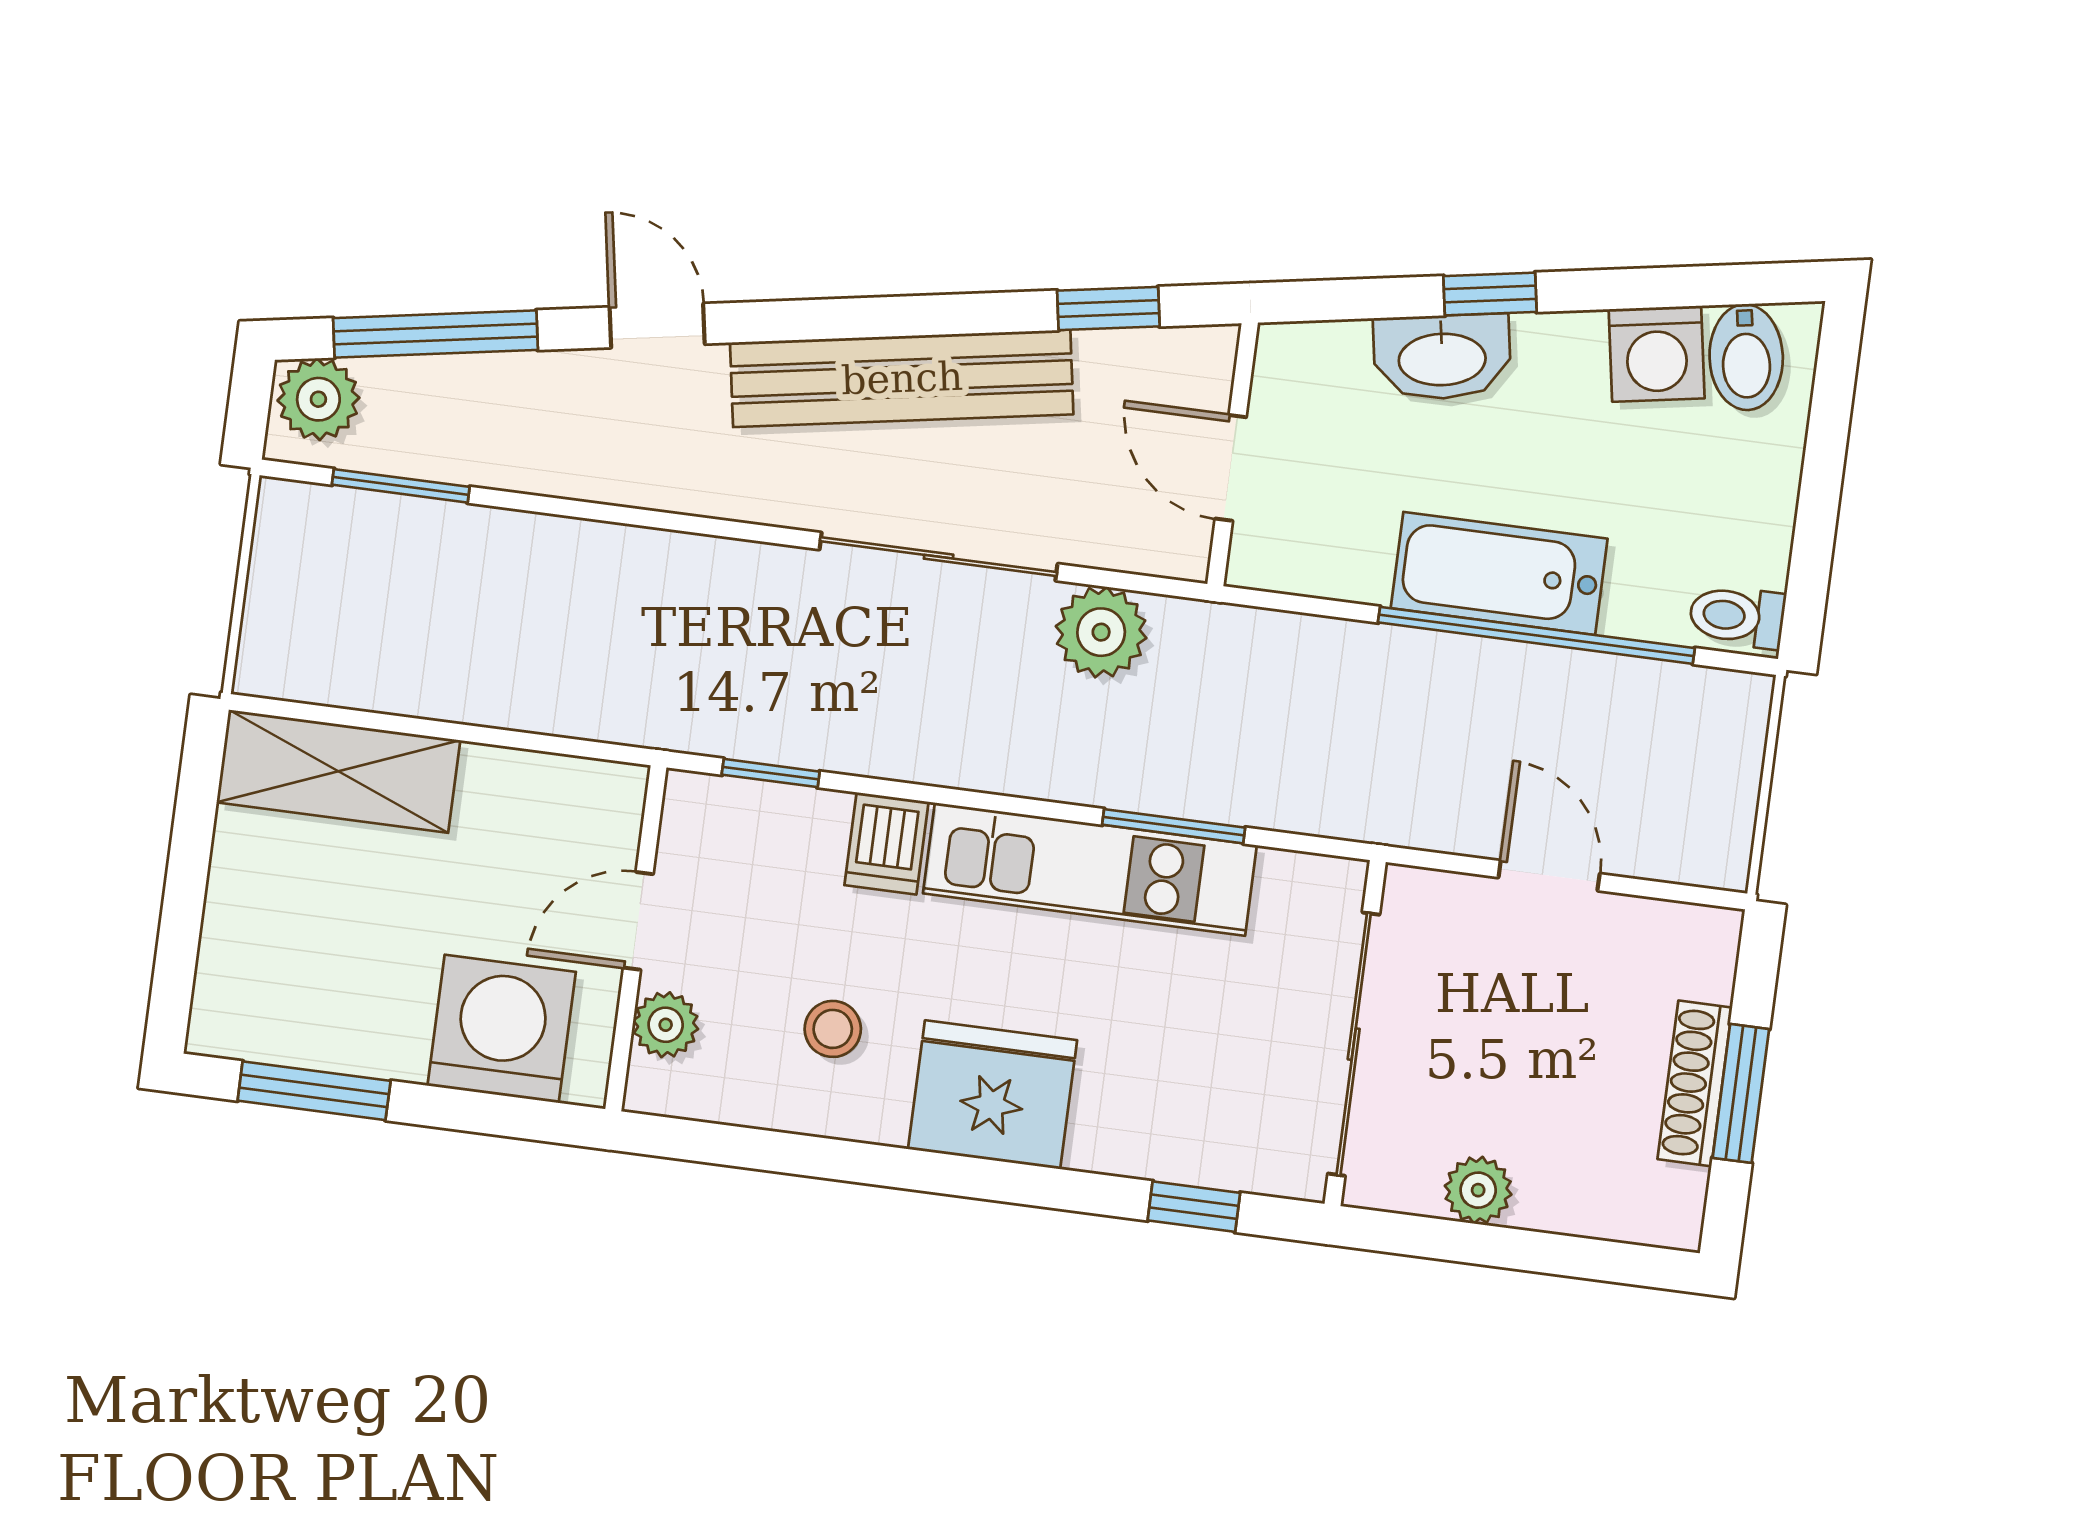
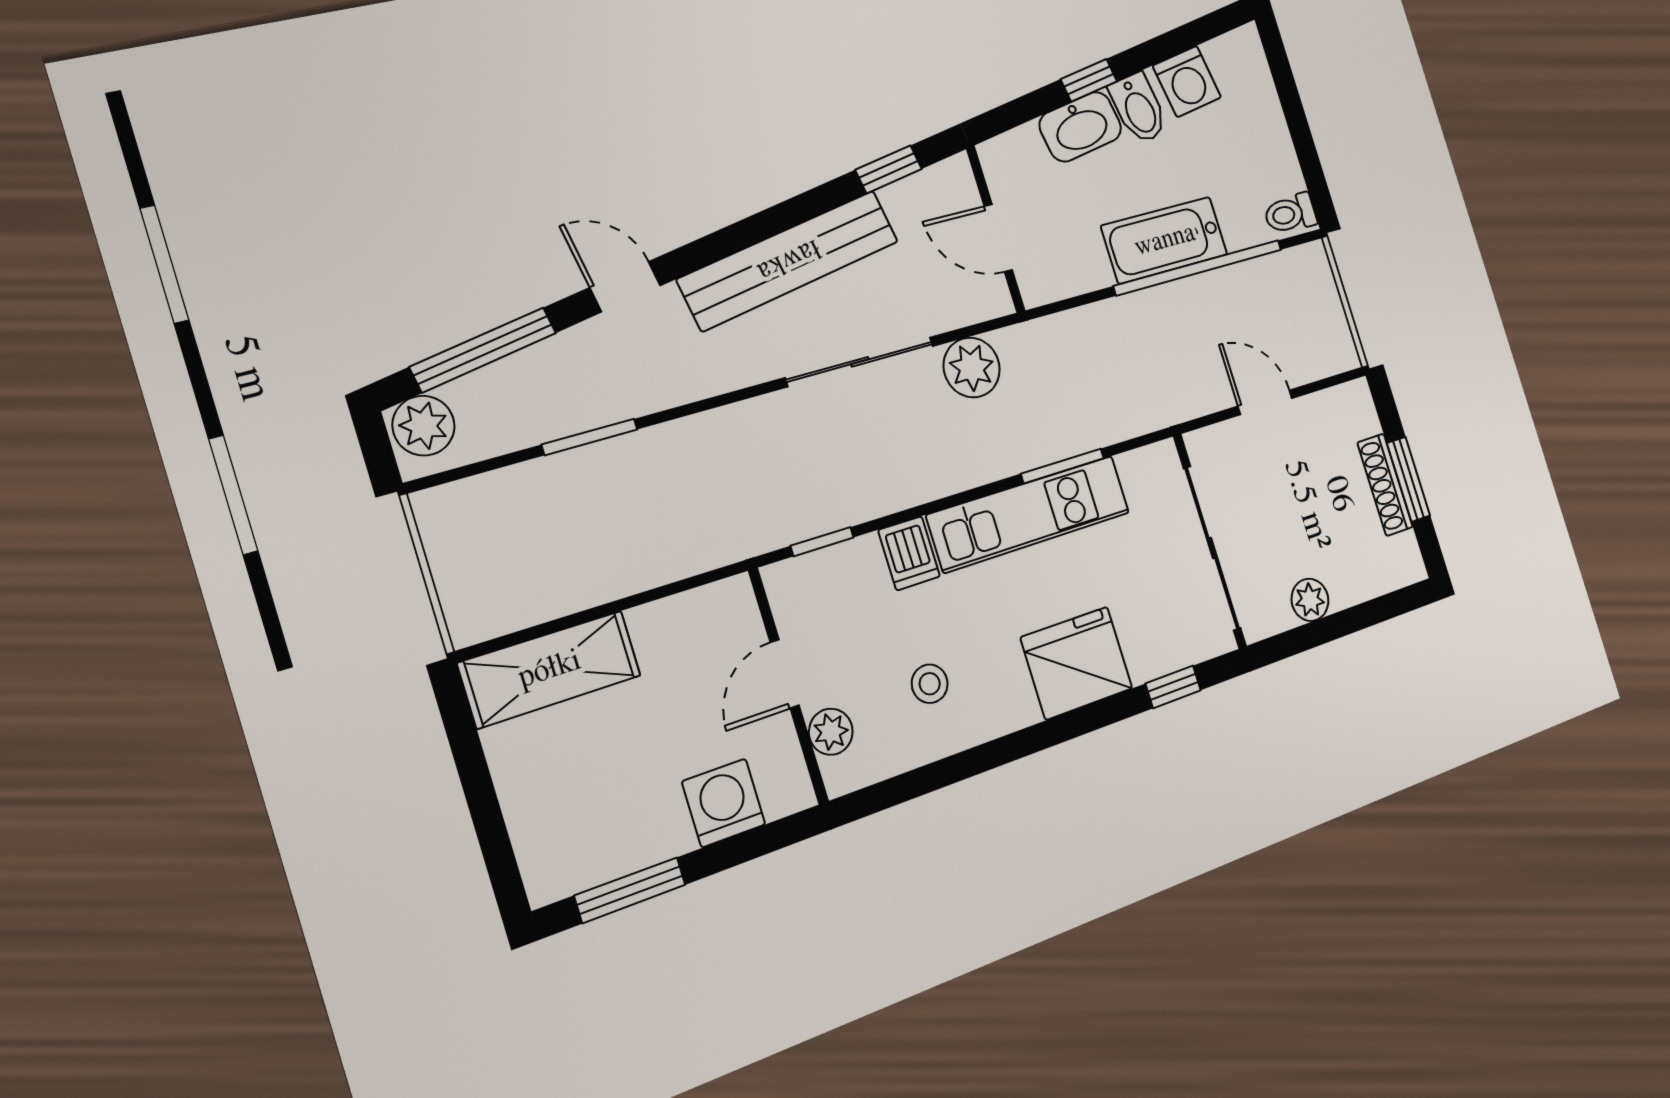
bidet: (1746, 357) -> (1139, 108), moved
window: (401, 486) -> (590, 437), moved
washing machine: (502, 1029) -> (724, 803), width x0.73, depth x0.73
fridge: (993, 1095) -> (1077, 663), moved

